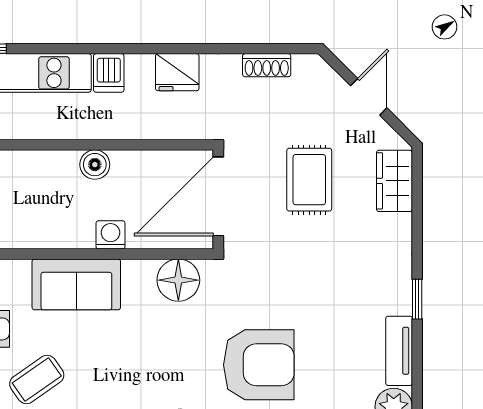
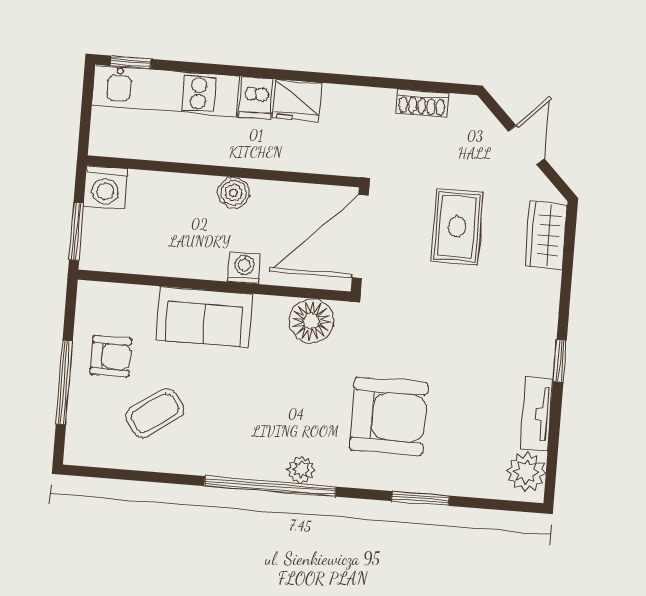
fridge: (177, 72) -> (297, 100), moved

